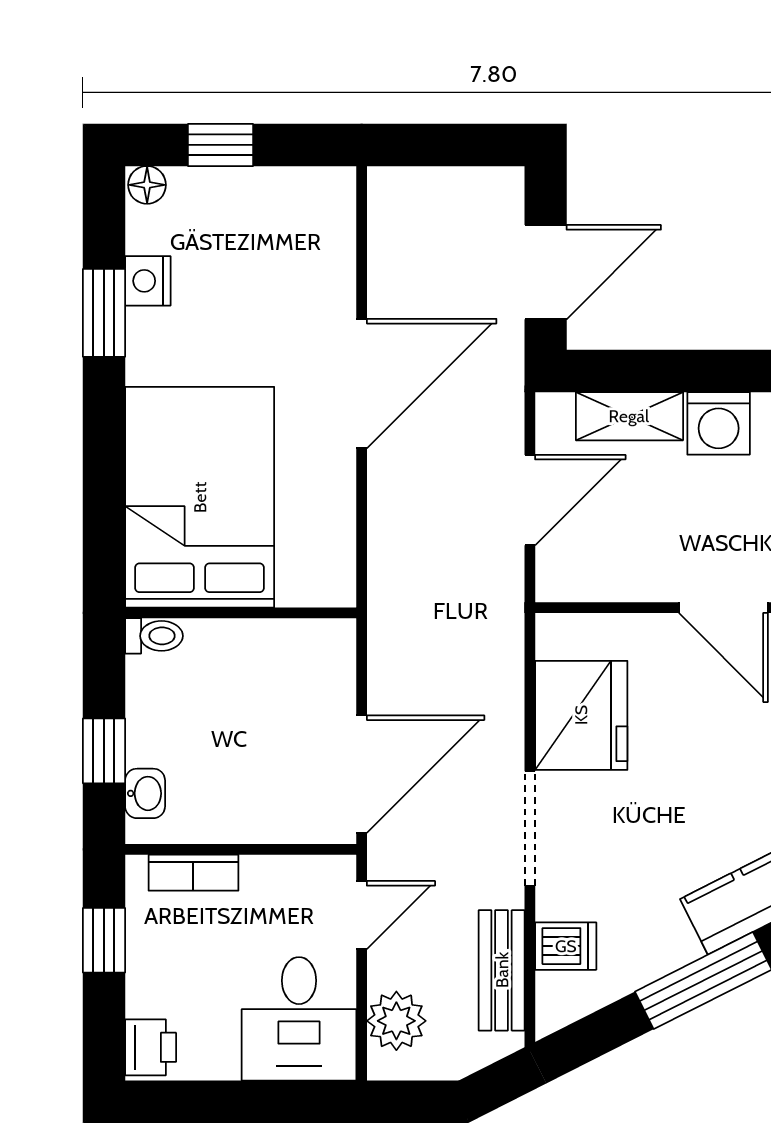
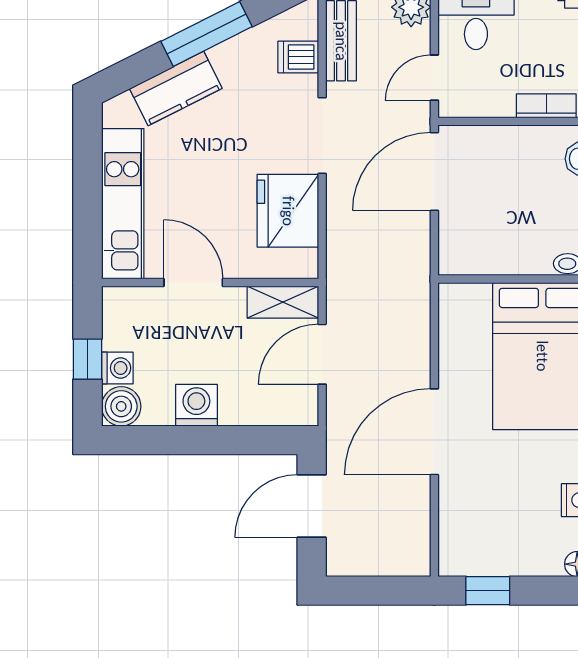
window: (220, 145) -> (488, 591), moved
shelving: (629, 416) -> (283, 302), moved

